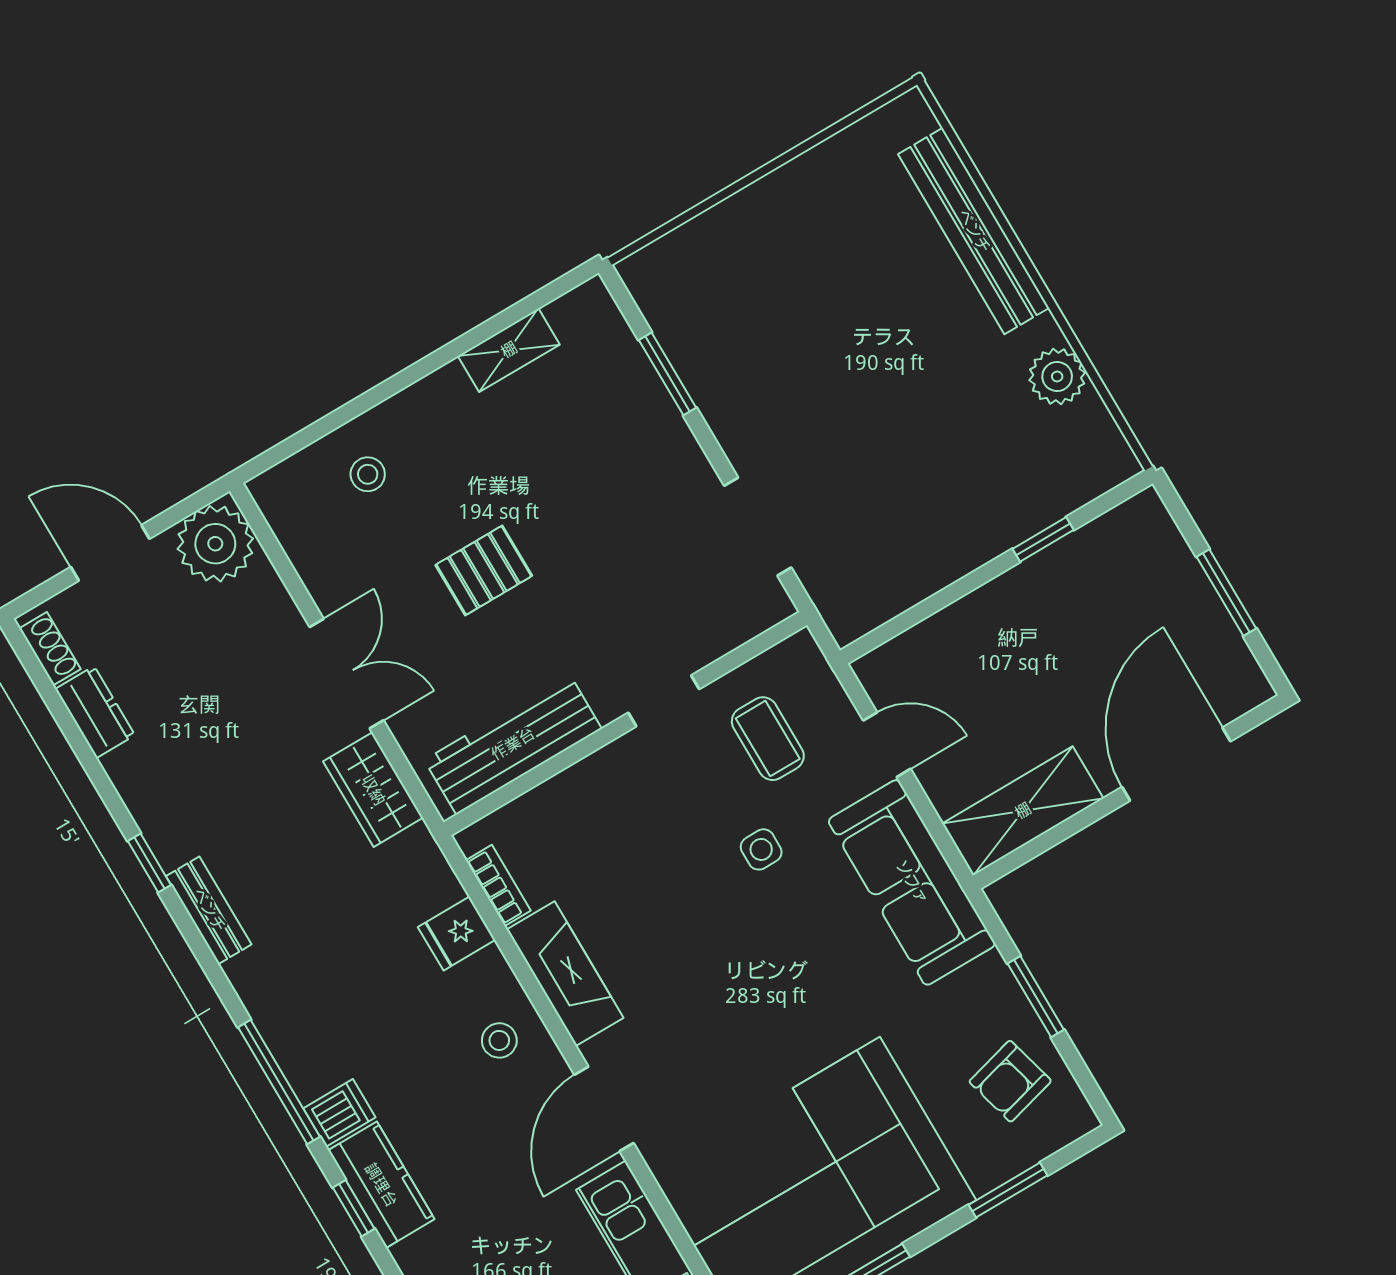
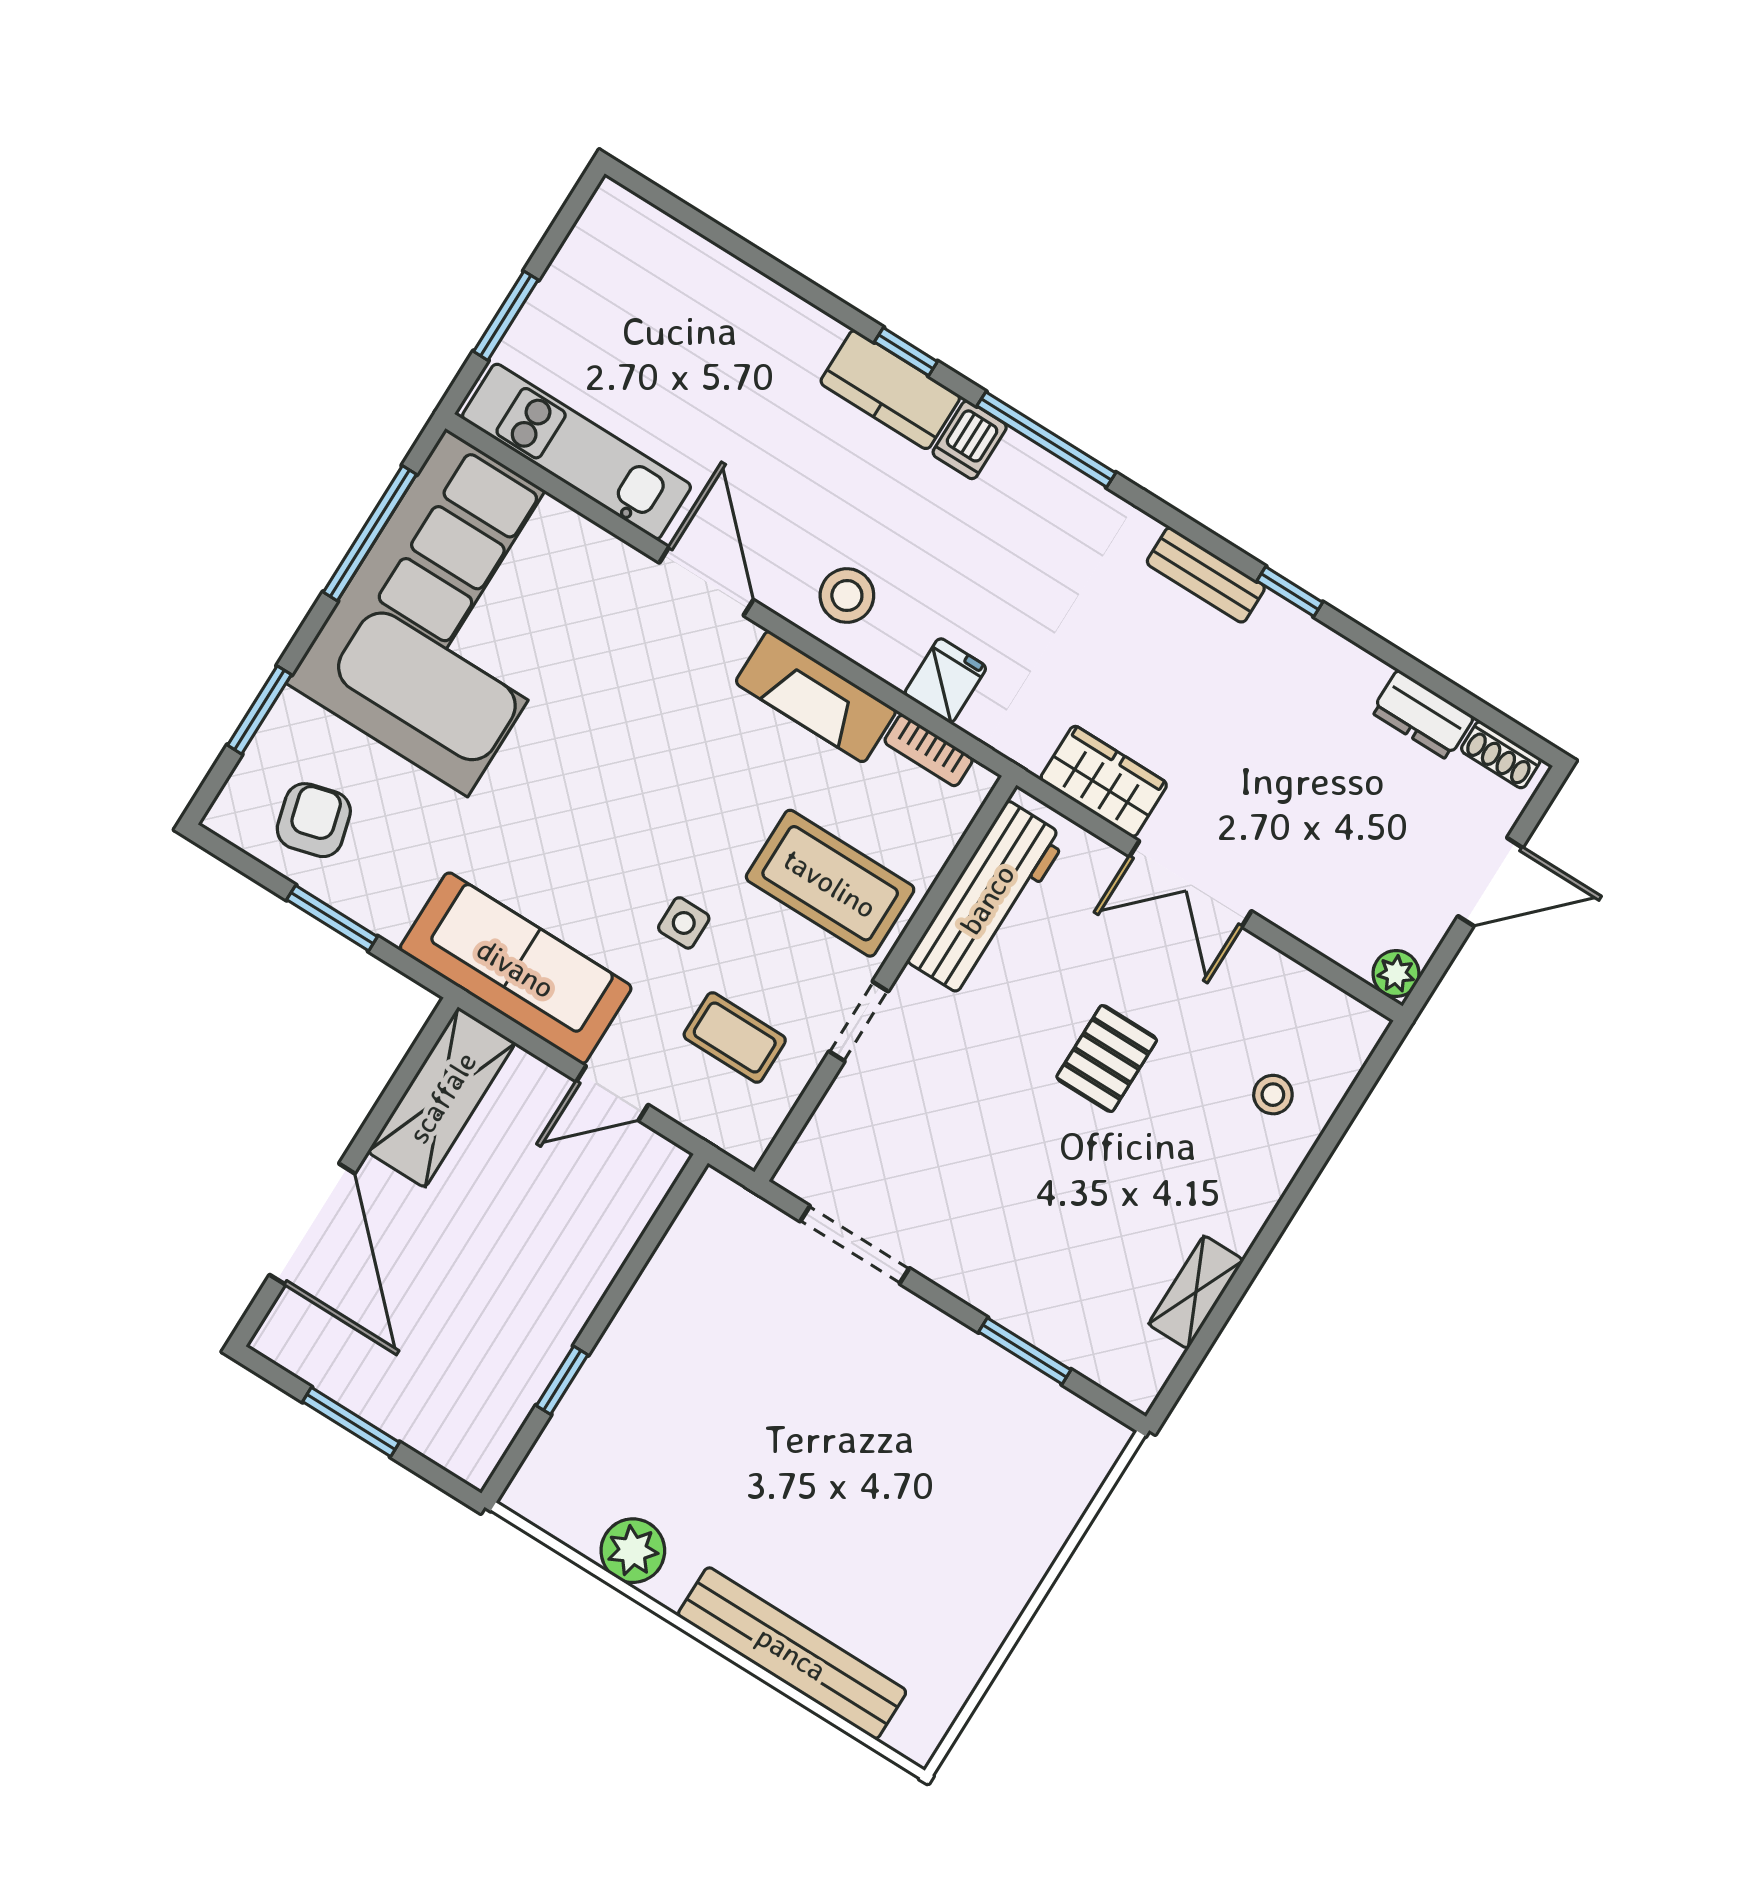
plant: (215, 544) -> (1396, 974), width x0.53, depth x0.53
coffee table: (630, 821) -> (830, 883), added
stool: (499, 1040) -> (847, 596), width x1.37, depth x1.37

